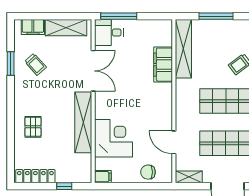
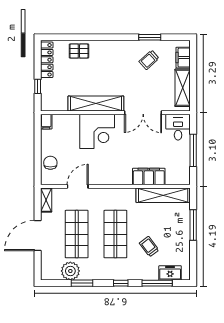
window: (119, 16) -> (193, 150), moved
pallet: (33, 127) -> (79, 51), moved
corner desk: (114, 138) -> (97, 131), moved

